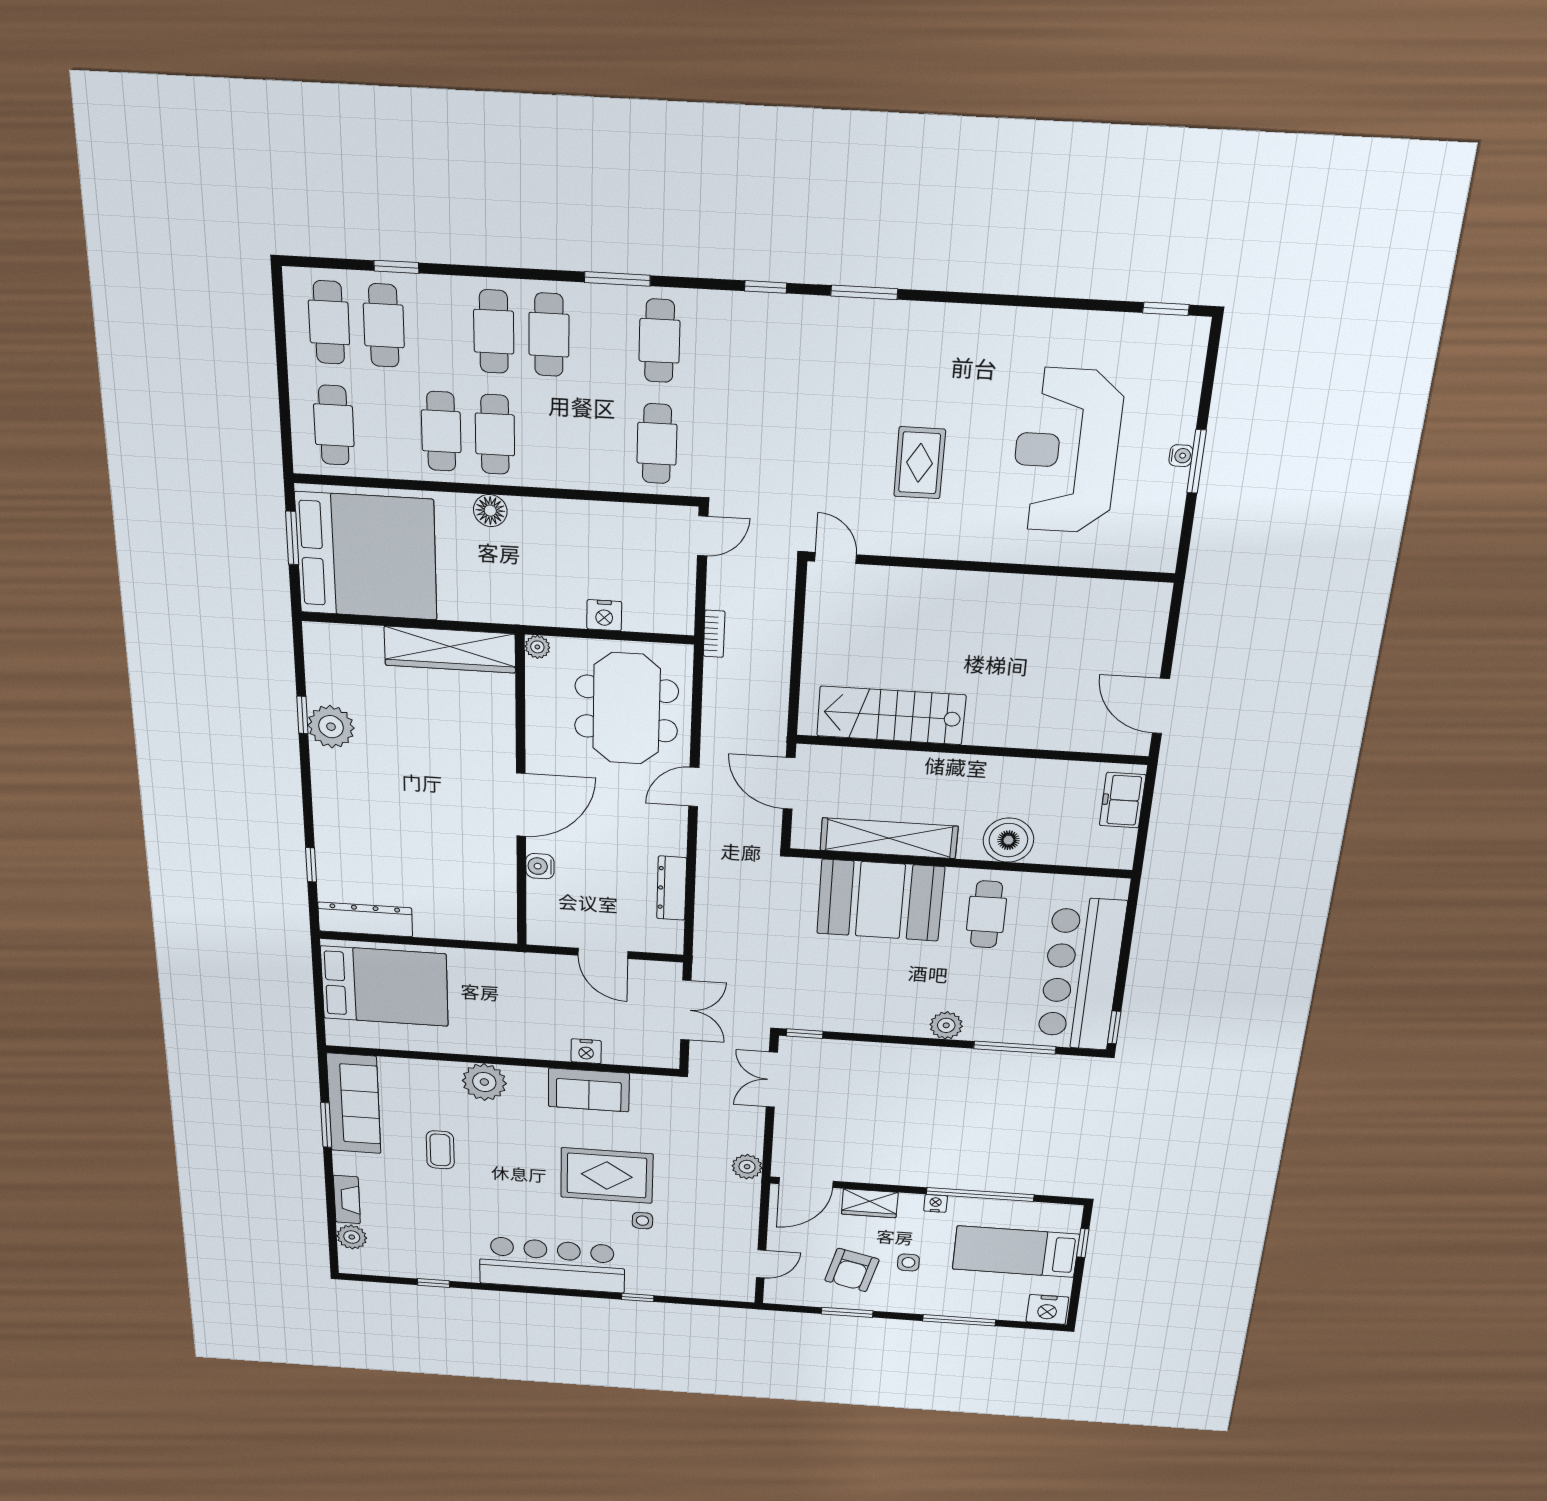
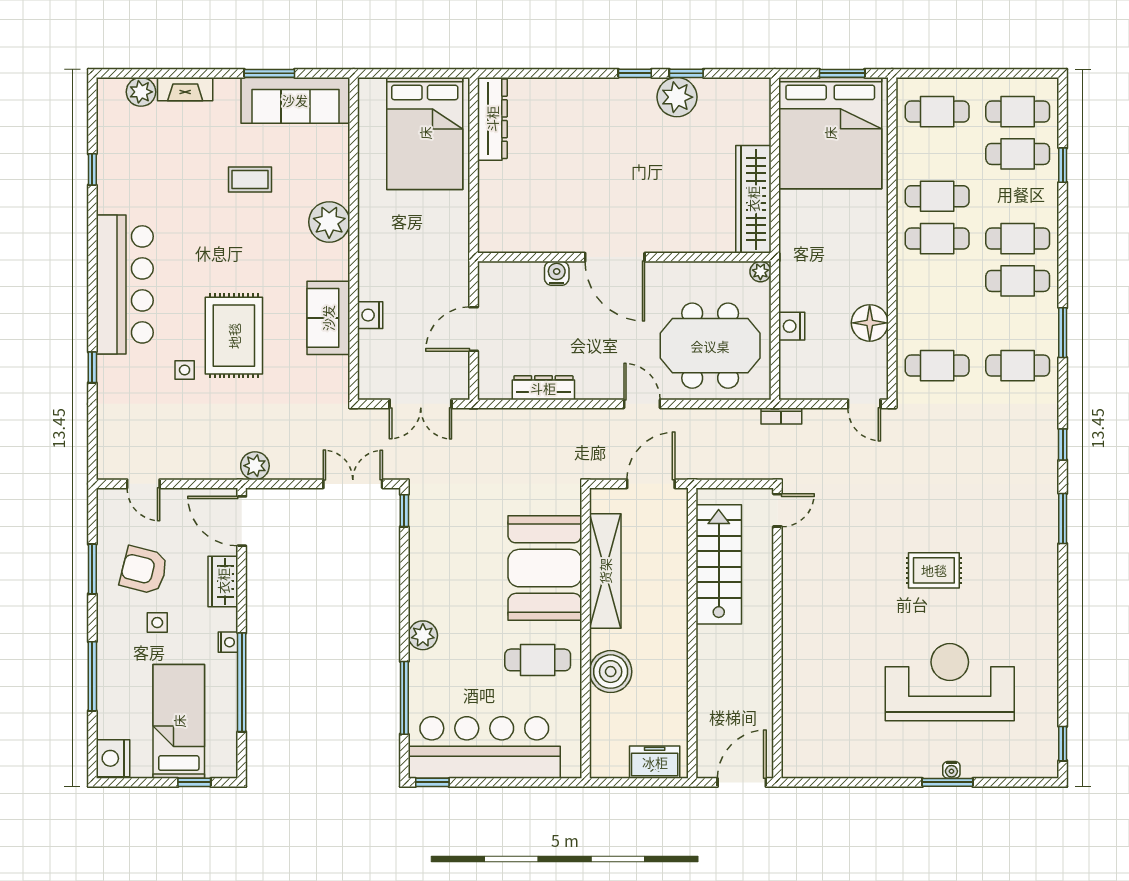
floor lamp: (490, 511) -> (870, 323), moved, width x1.38, depth x1.38
door: (836, 558) -> (777, 510), moved
wall: (990, 567) -> (777, 633), moved
window: (311, 865) -> (635, 73), moved

